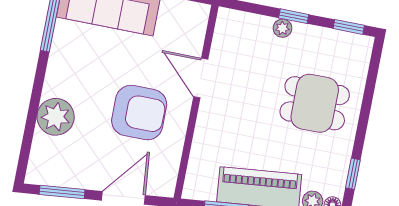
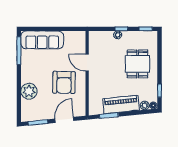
dining table: (315, 103) -> (137, 64), turned 90
armchair: (139, 113) -> (64, 82), turned 91

